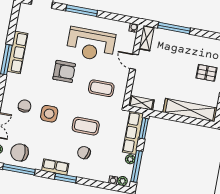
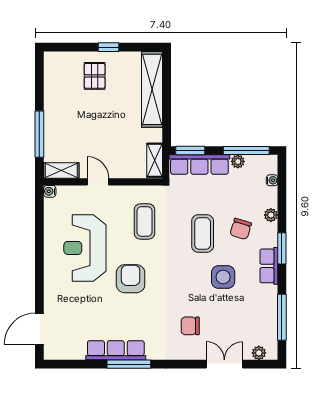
window: (82, 11) -> (39, 270), removed
reception desk: (91, 44) -> (85, 248), turned 180
door: (134, 62) -> (98, 182), swing flipped
side table: (49, 114) -> (223, 277), moved
chair: (20, 152) -> (258, 321), removed
plant: (123, 181) -> (271, 215), moved

